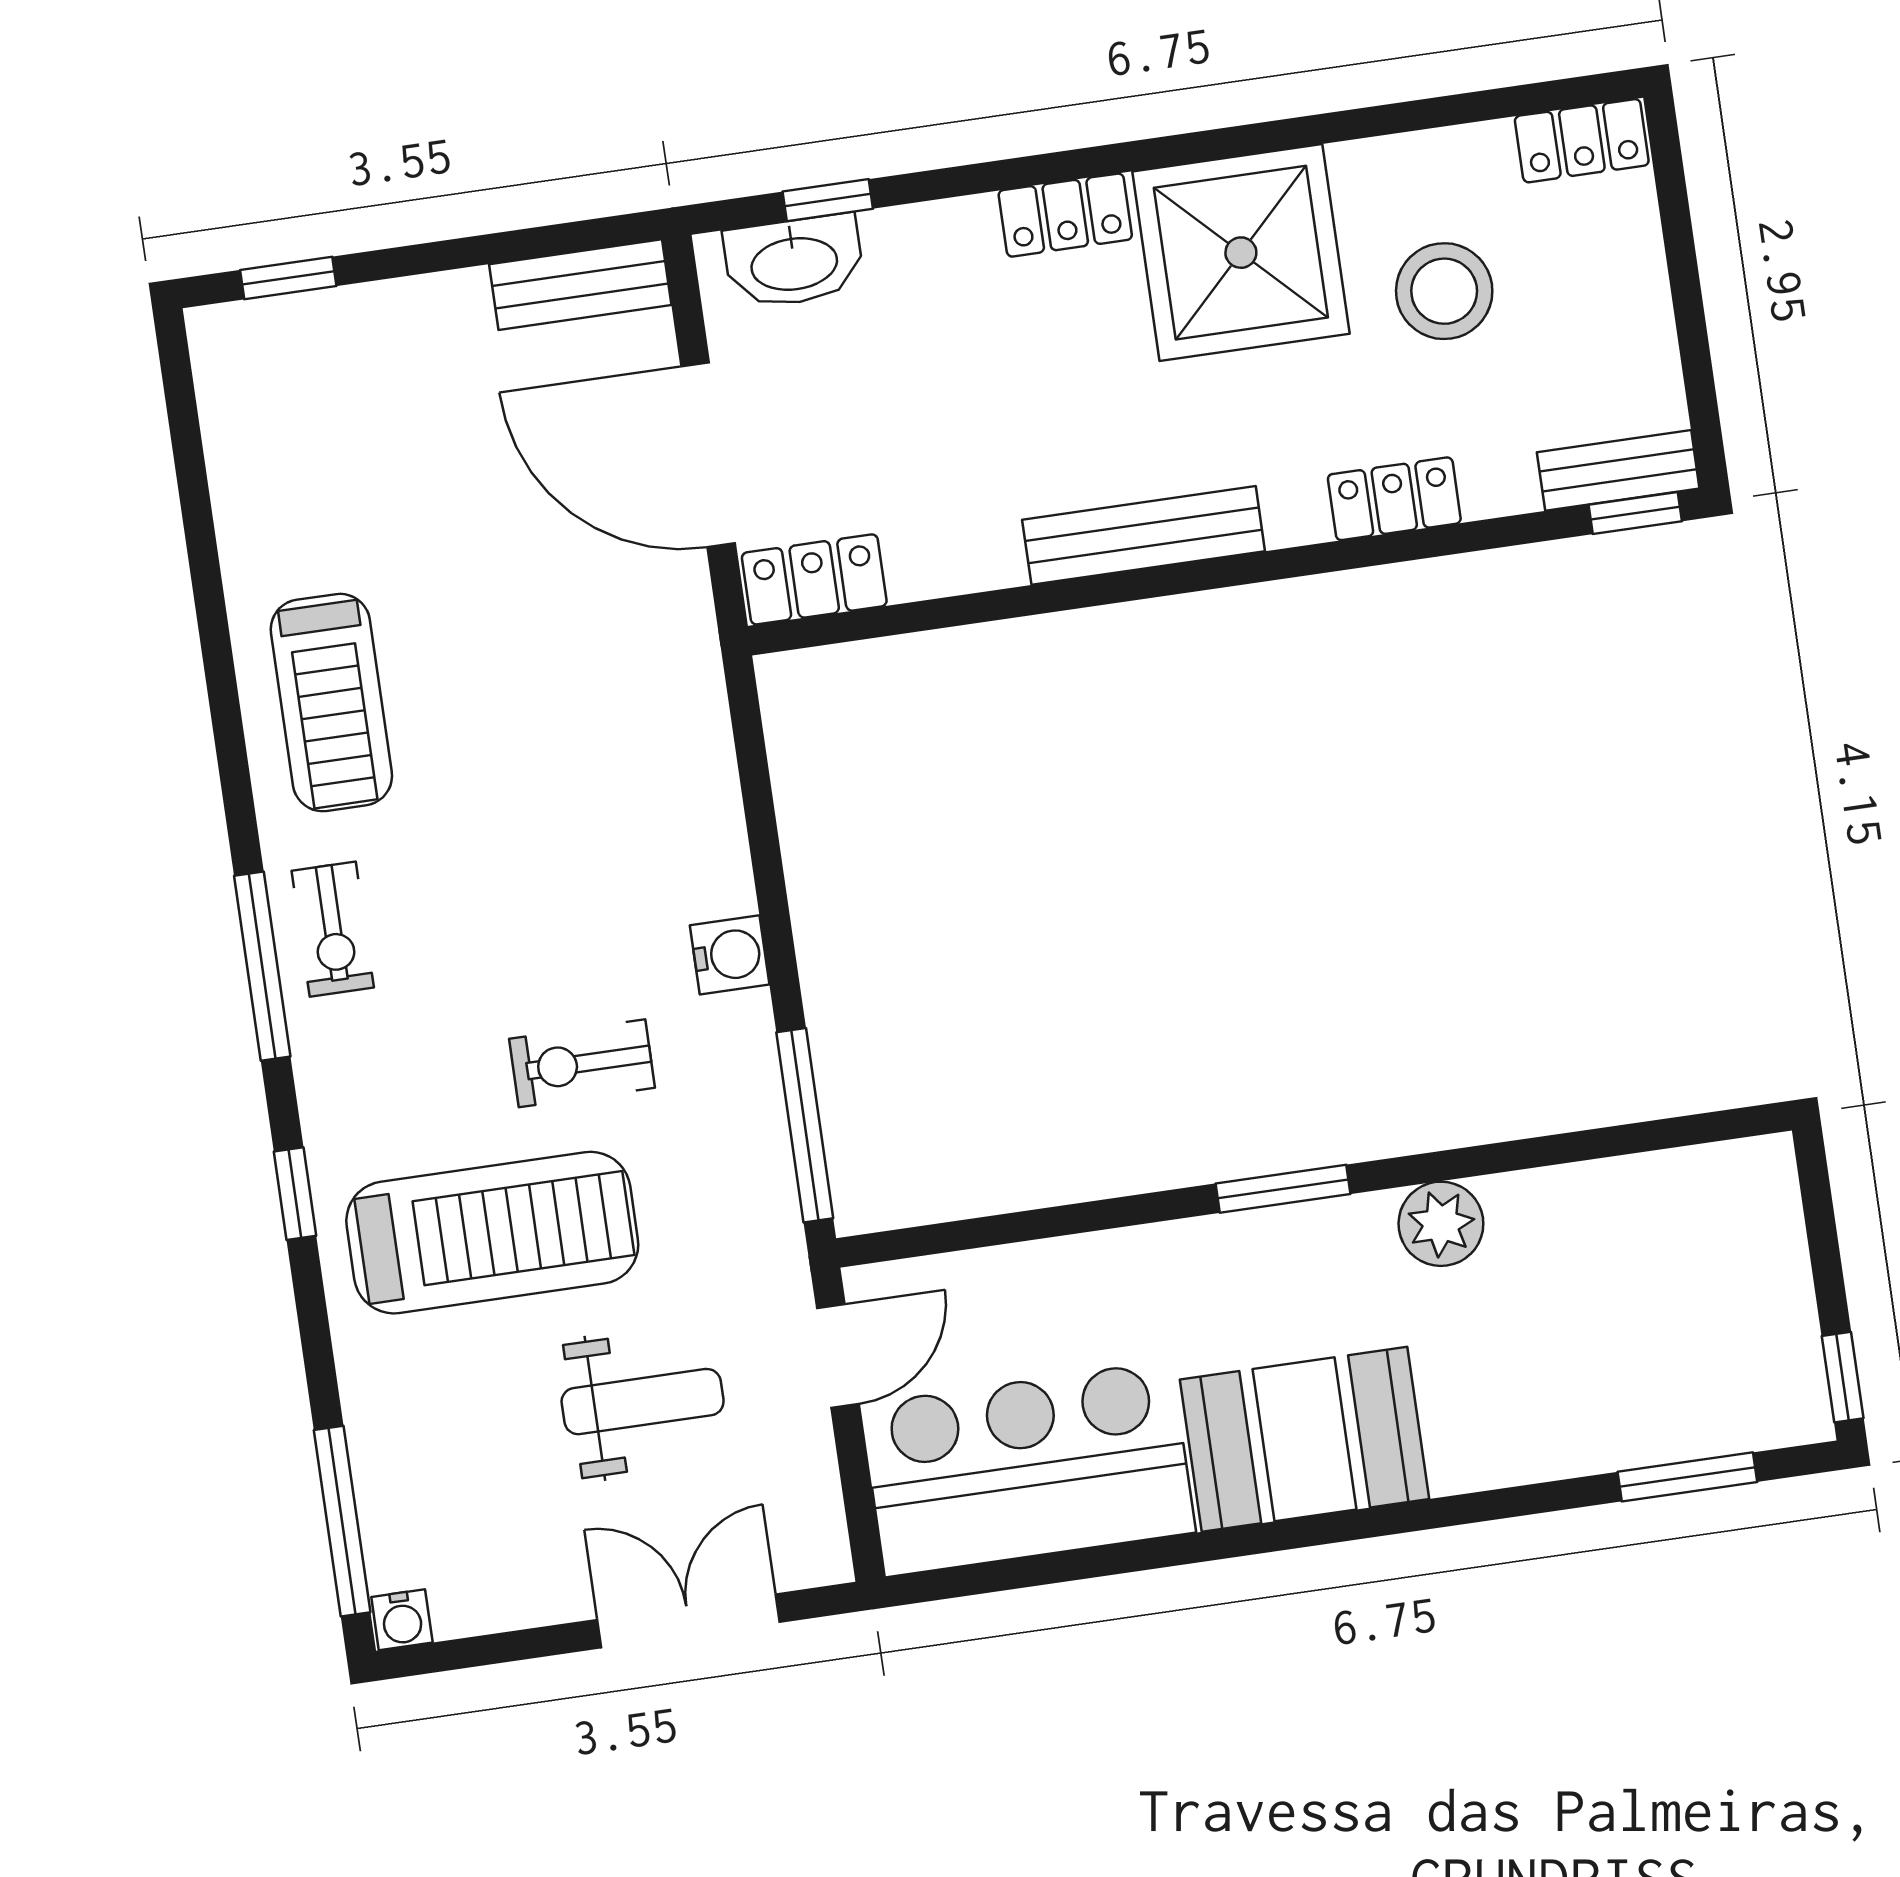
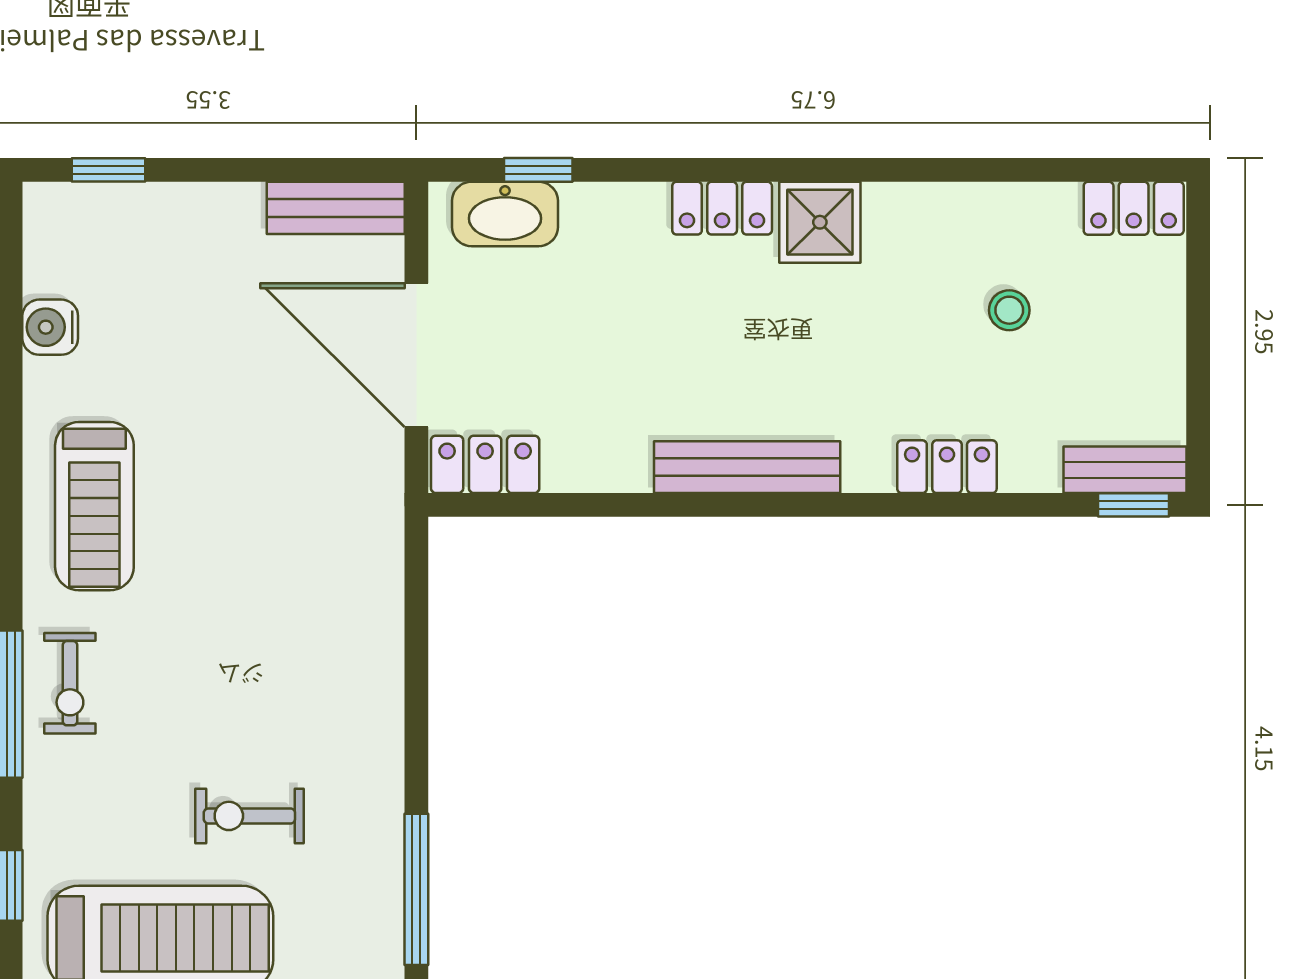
shower: (1241, 253) -> (820, 222), width x0.54, depth x0.54
stool: (1444, 291) -> (1009, 310), width x0.53, depth x0.53
water cooler: (730, 955) -> (50, 327), moved, turned 180

